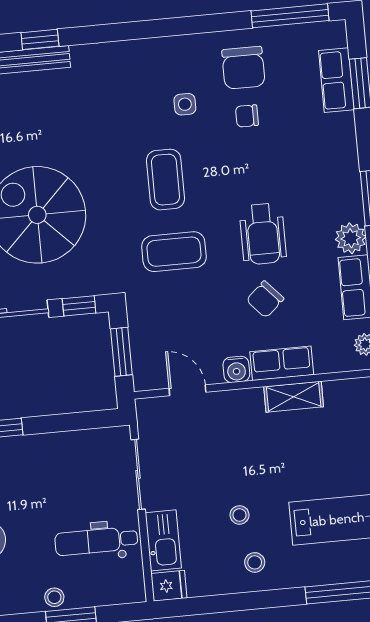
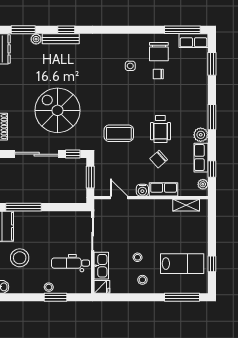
row of seats: (336, 80) -> (193, 41), moved, turned -90
coffee table: (165, 180) -> (118, 100), removed
shelving: (294, 397) -> (186, 205), moved

